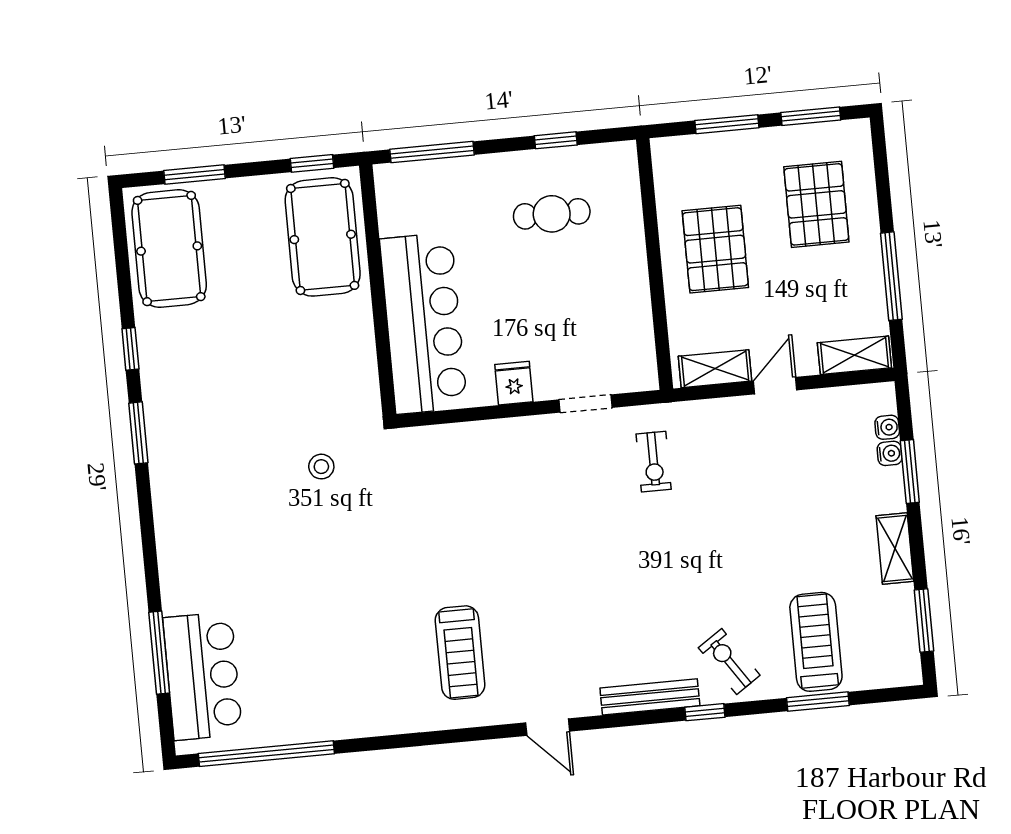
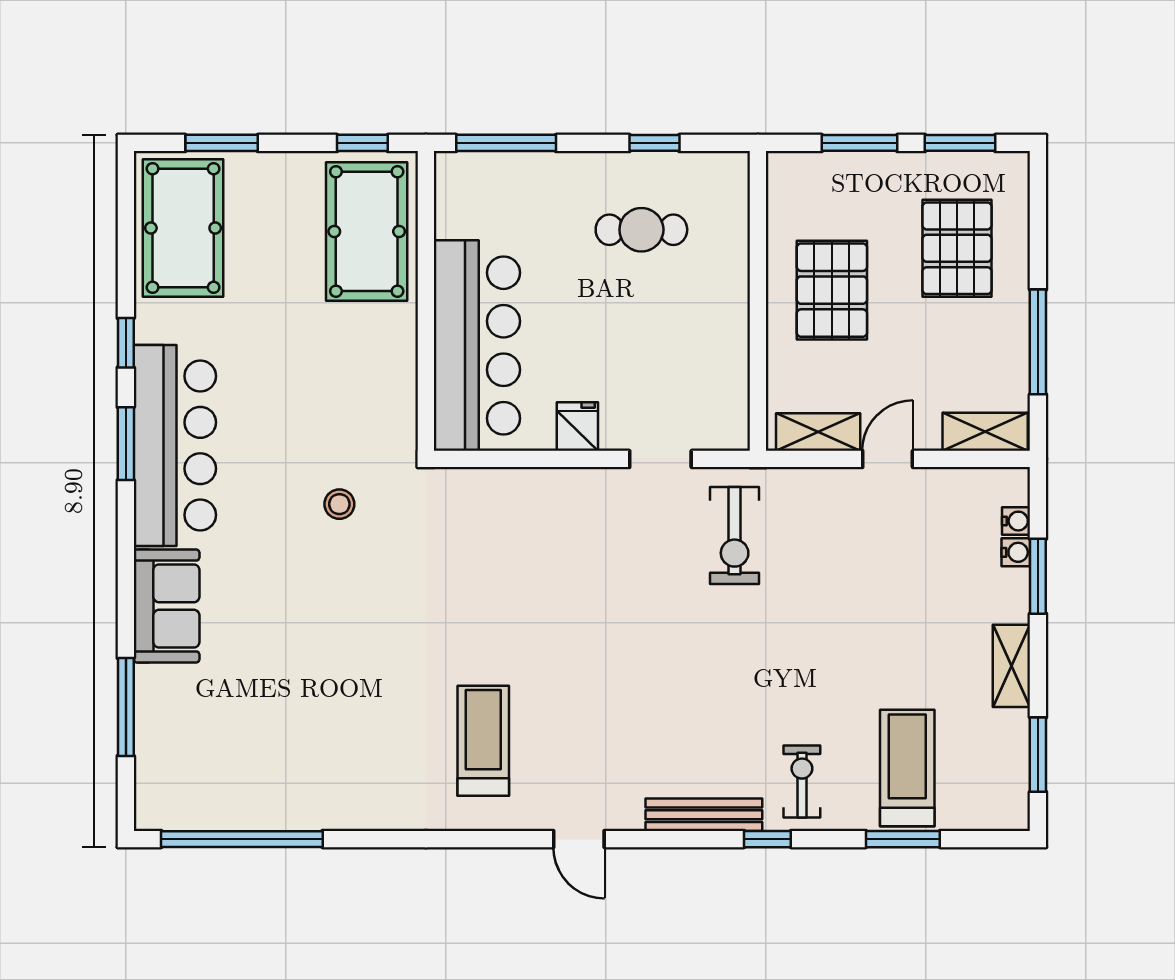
exercise bike: (654, 462) -> (735, 536), width x1.38, depth x1.39
sofa: (185, 565) -> (167, 606), added
treadmill: (460, 653) -> (483, 741), turned 180
exercise bike: (729, 662) -> (802, 782), turned 34
bar counter: (203, 676) -> (175, 446), moved, width x1.36

